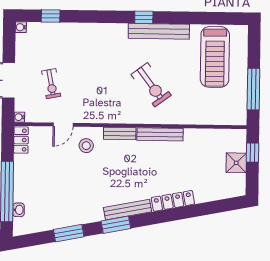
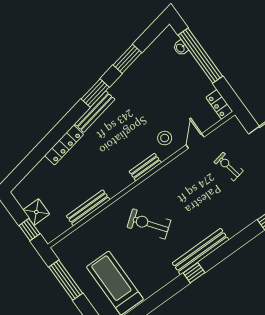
bench: (159, 31) -> (201, 251), moved
water cooler: (19, 117) -> (234, 121), removed
bench: (160, 134) -> (88, 208), moved

